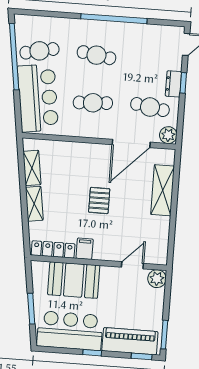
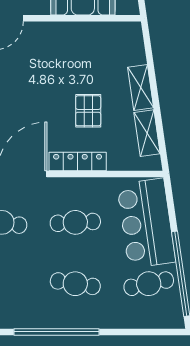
pallet: (99, 201) -> (88, 111), moved
locker: (53, 249) -> (78, 161), moved, turned 180
filing cabinet: (85, 249) -> (72, 35), removed

